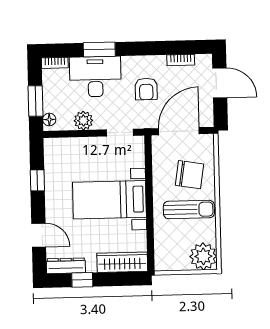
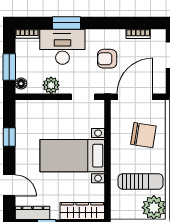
armchair: (146, 89) -> (107, 59), turned 90
sun lounger: (189, 210) -> (141, 181), moved

